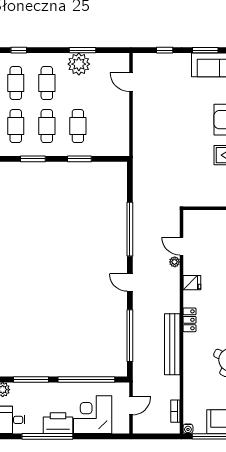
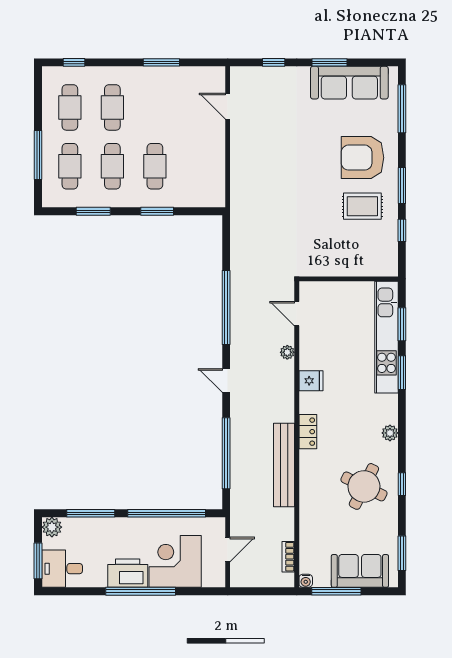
plant: (79, 64) -> (156, 81), removed
door: (181, 246) -> (297, 314), moved
window: (47, 436) -> (141, 591), moved

